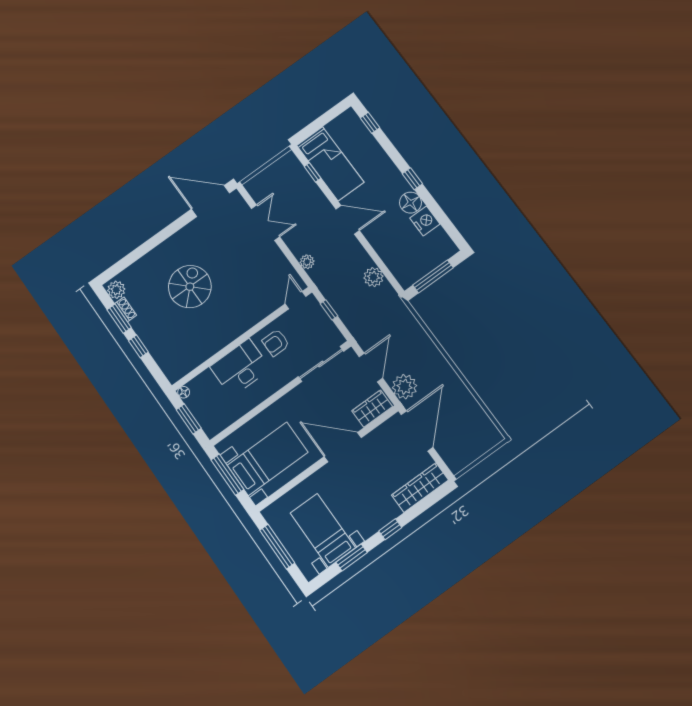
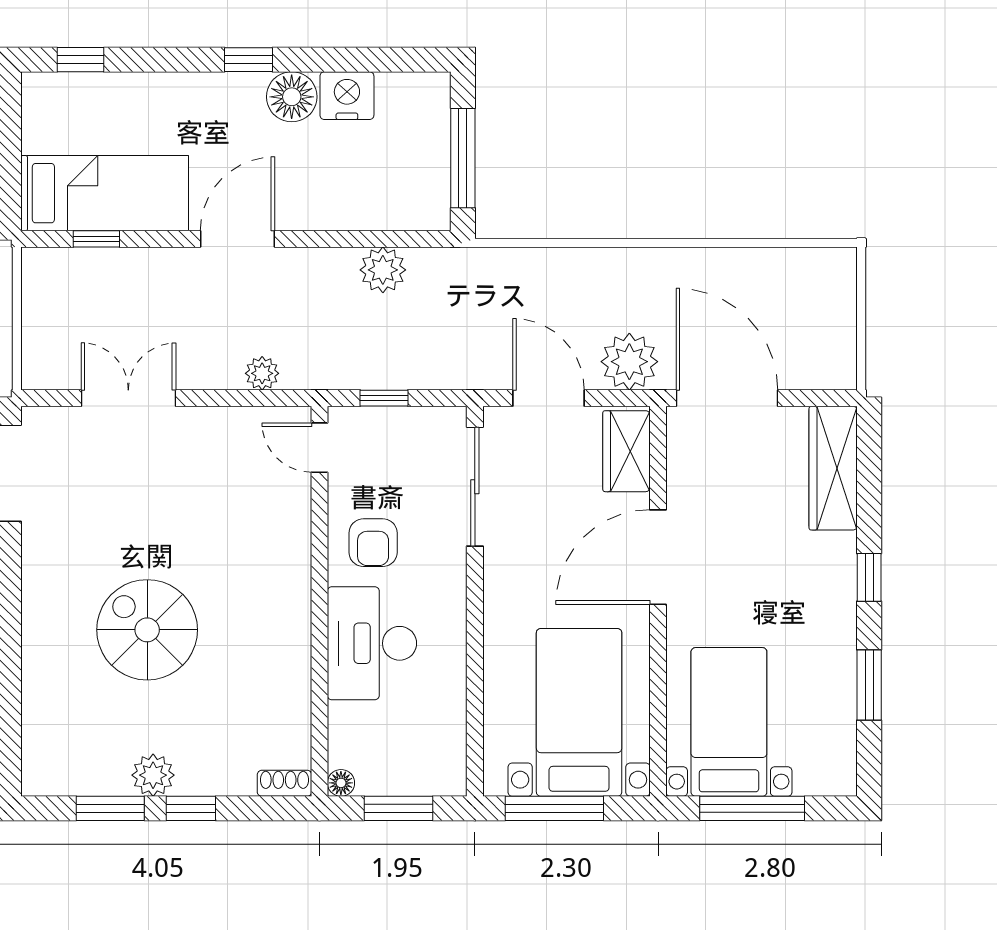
plant: (116, 290) -> (153, 775), moved
shoe rack: (126, 309) -> (284, 783), moved
bed with nightstands: (323, 530) -> (729, 722), moved, turned 90

